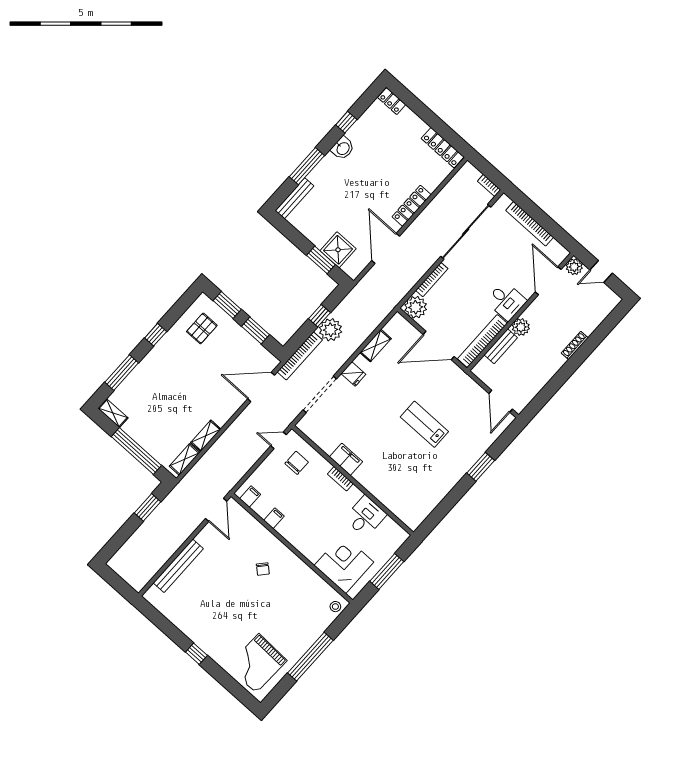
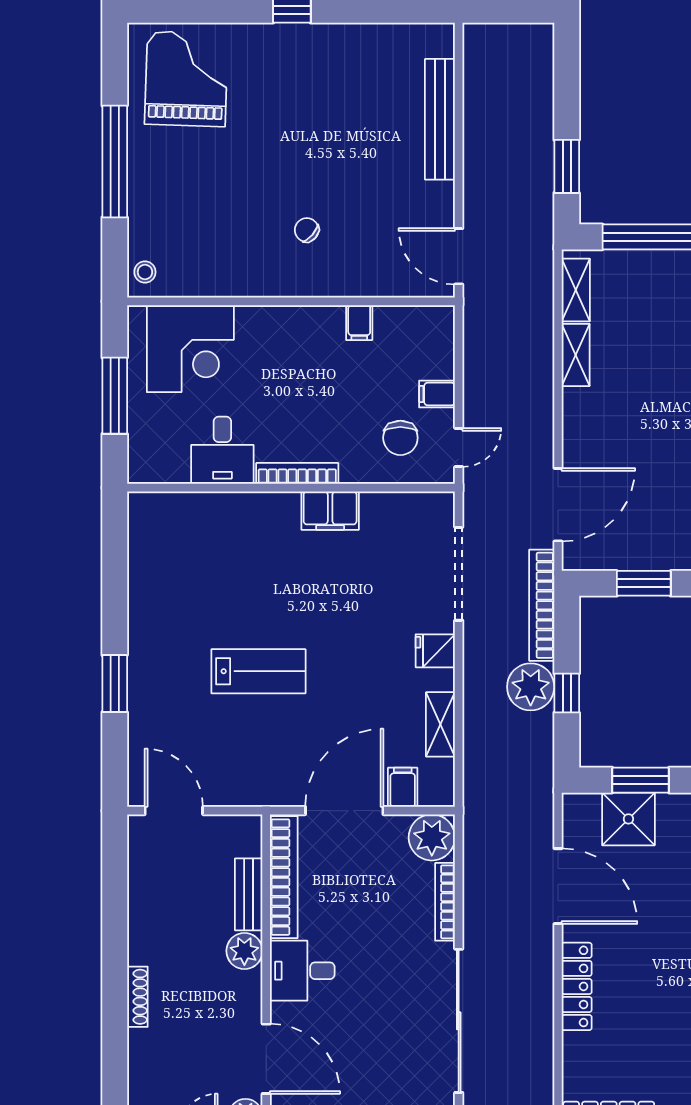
filing cabinet: (410, 335) -> (403, 787), added
bookcase: (340, 479) -> (297, 473), width x1.56
filing cabinet: (250, 496) -> (437, 394), moved, turned 90

